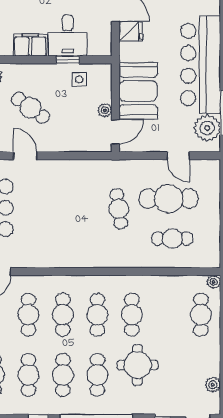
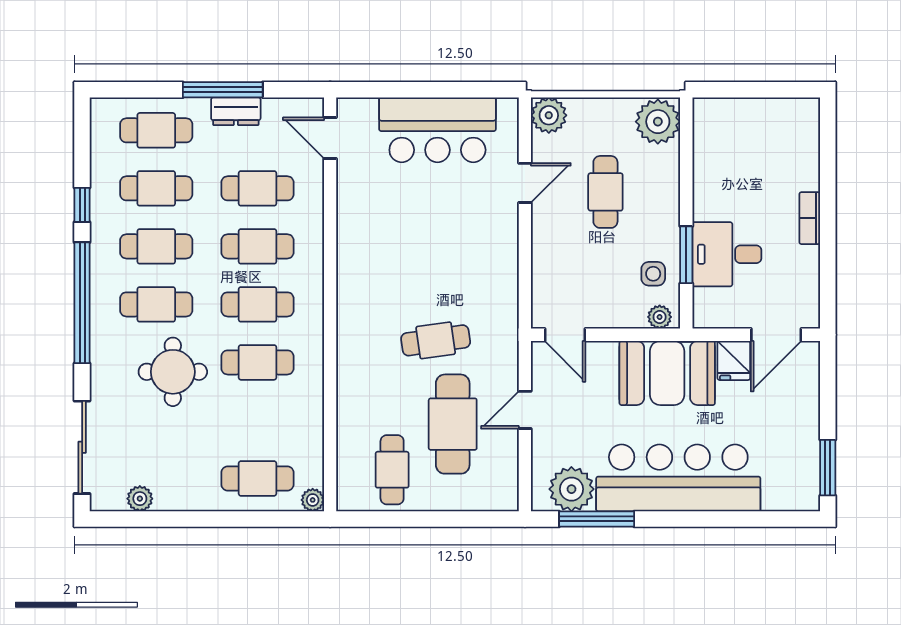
filing cabinet: (30, 45) -> (711, 191), removed
window: (68, 60) -> (686, 255), width x1.50
booth: (138, 91) -> (667, 373), moved
cafe table: (31, 108) -> (605, 192), turned -36
plant: (105, 110) -> (660, 317), moved
door: (178, 156) -> (525, 410), moved
cafe table: (172, 239) -> (392, 470), moved

